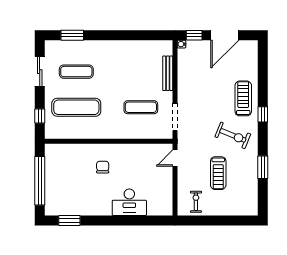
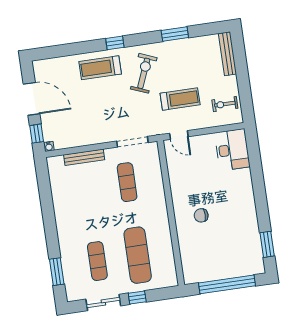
window: (40, 116) -> (137, 298), moved
treadmill: (218, 173) -> (180, 99), moved
desk: (129, 202) -> (232, 150), moved
bench: (239, 210) -> (228, 54), added

